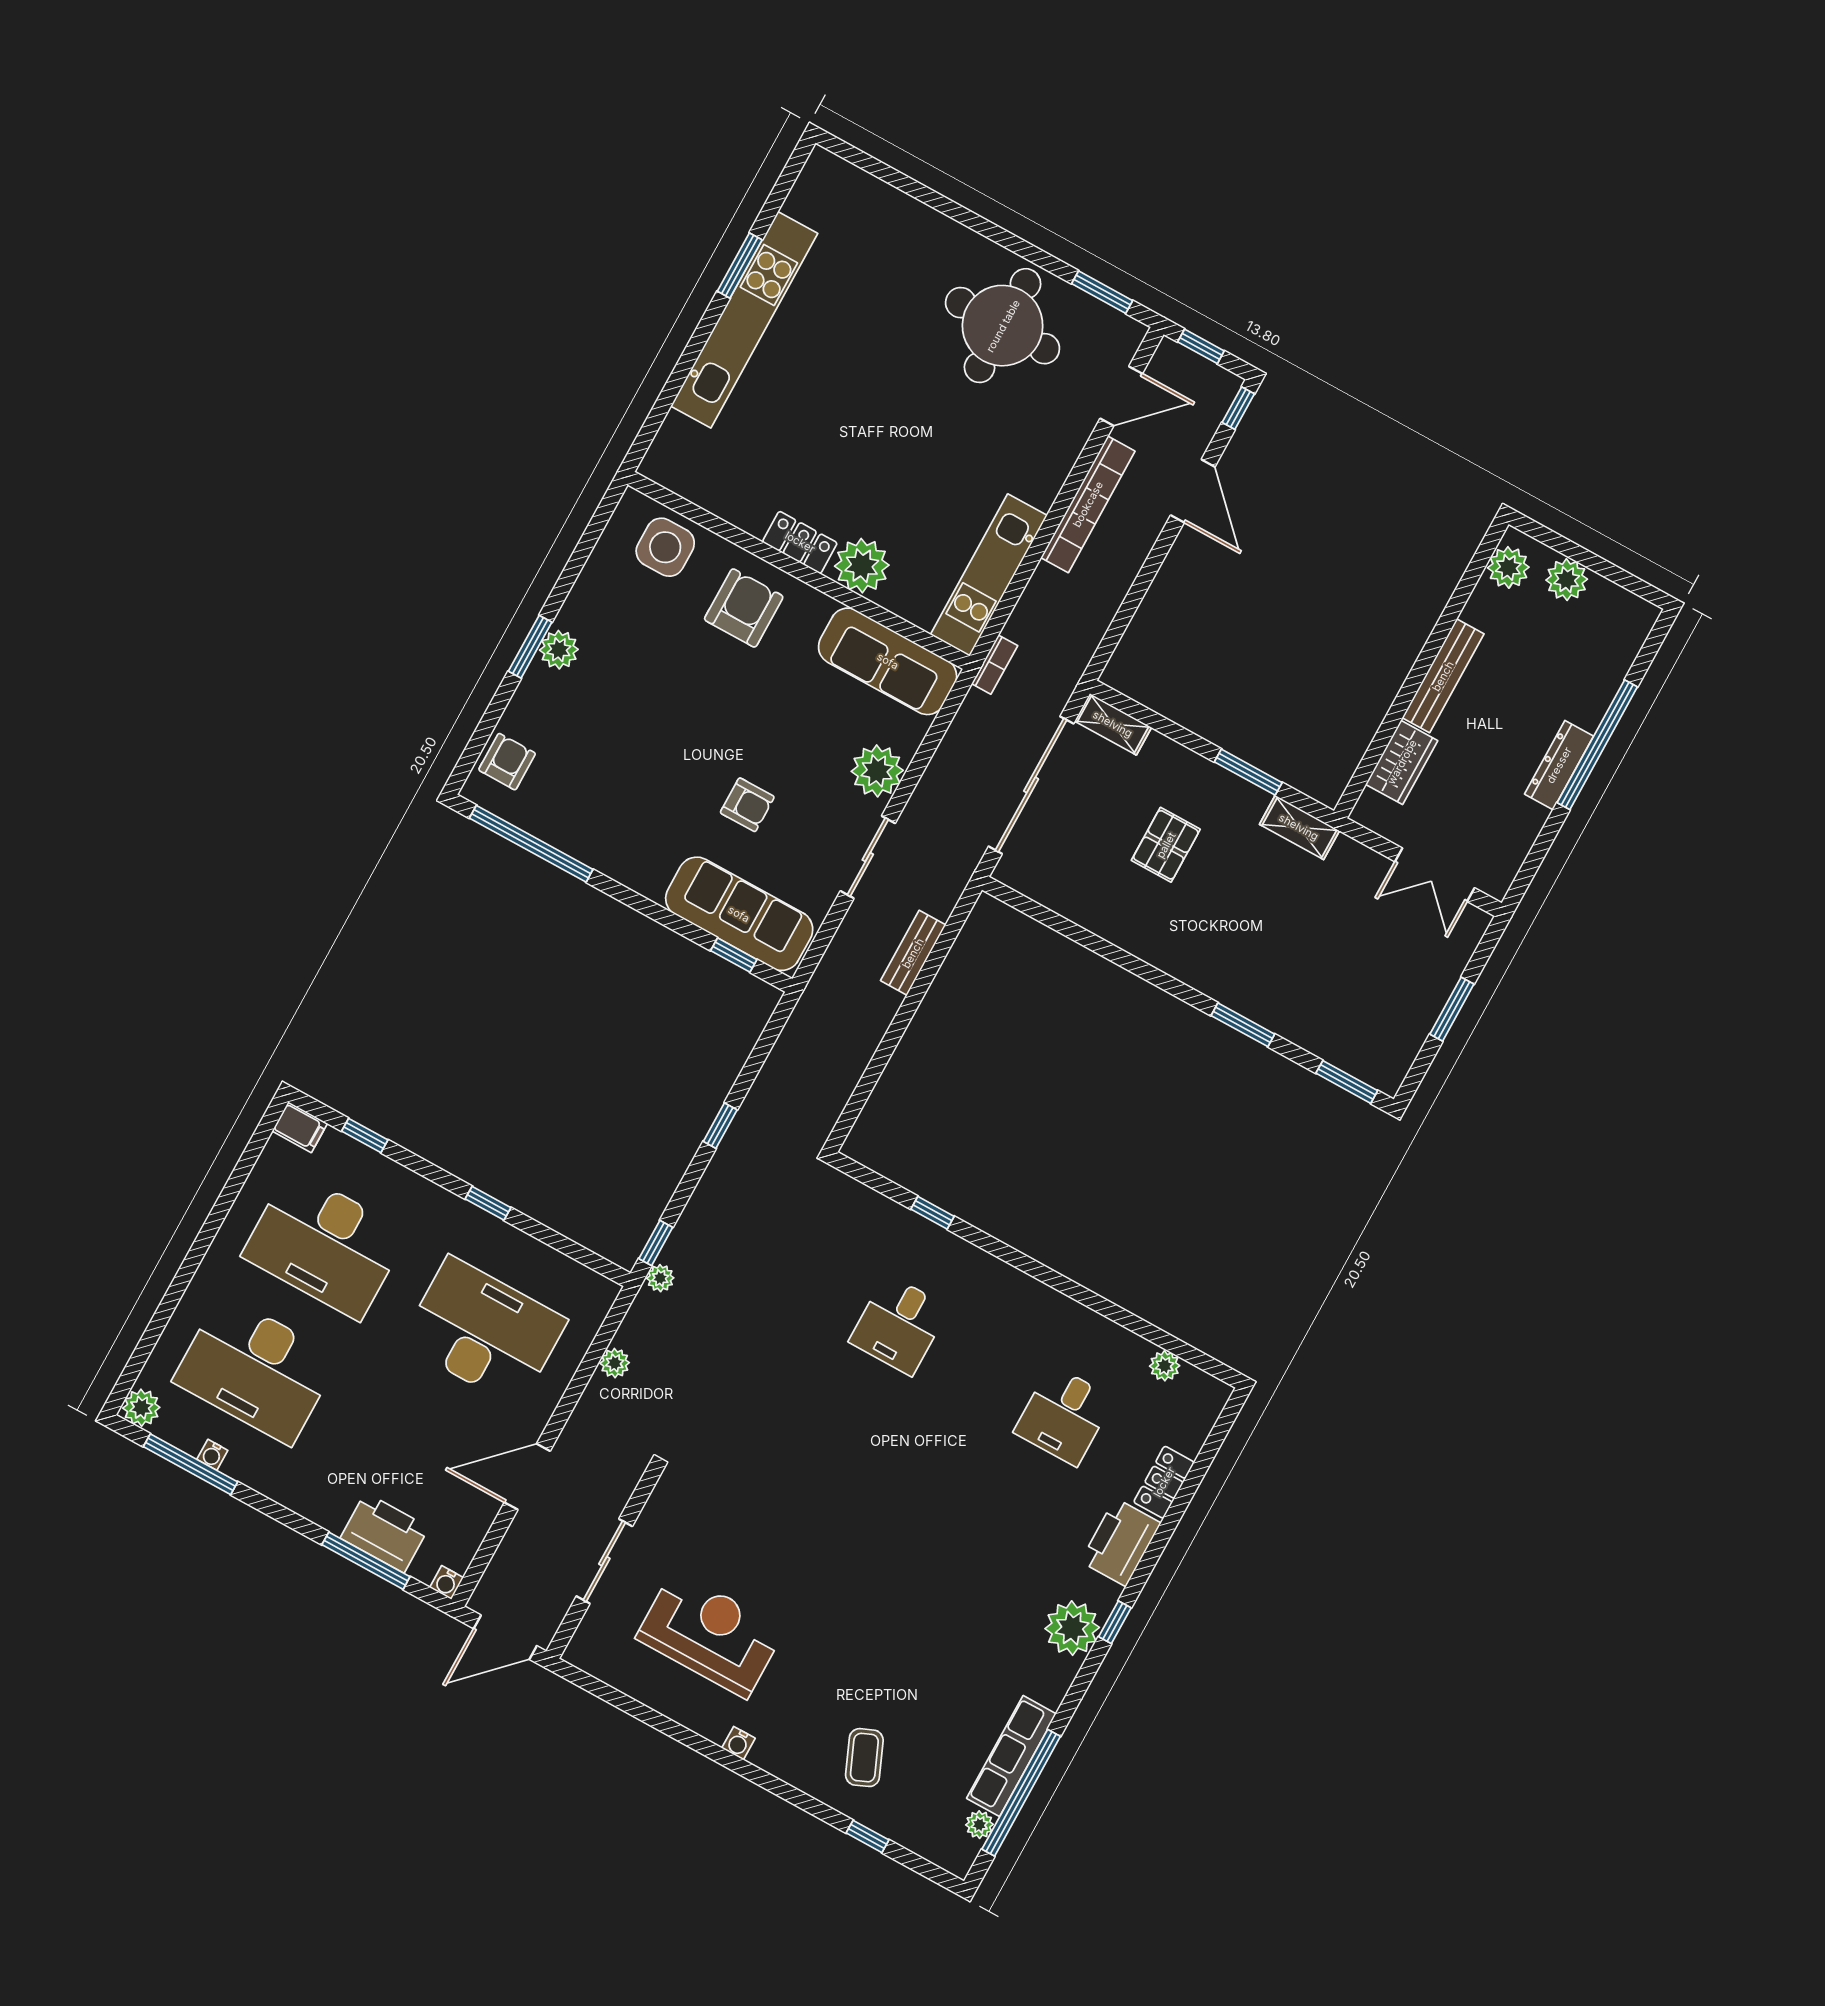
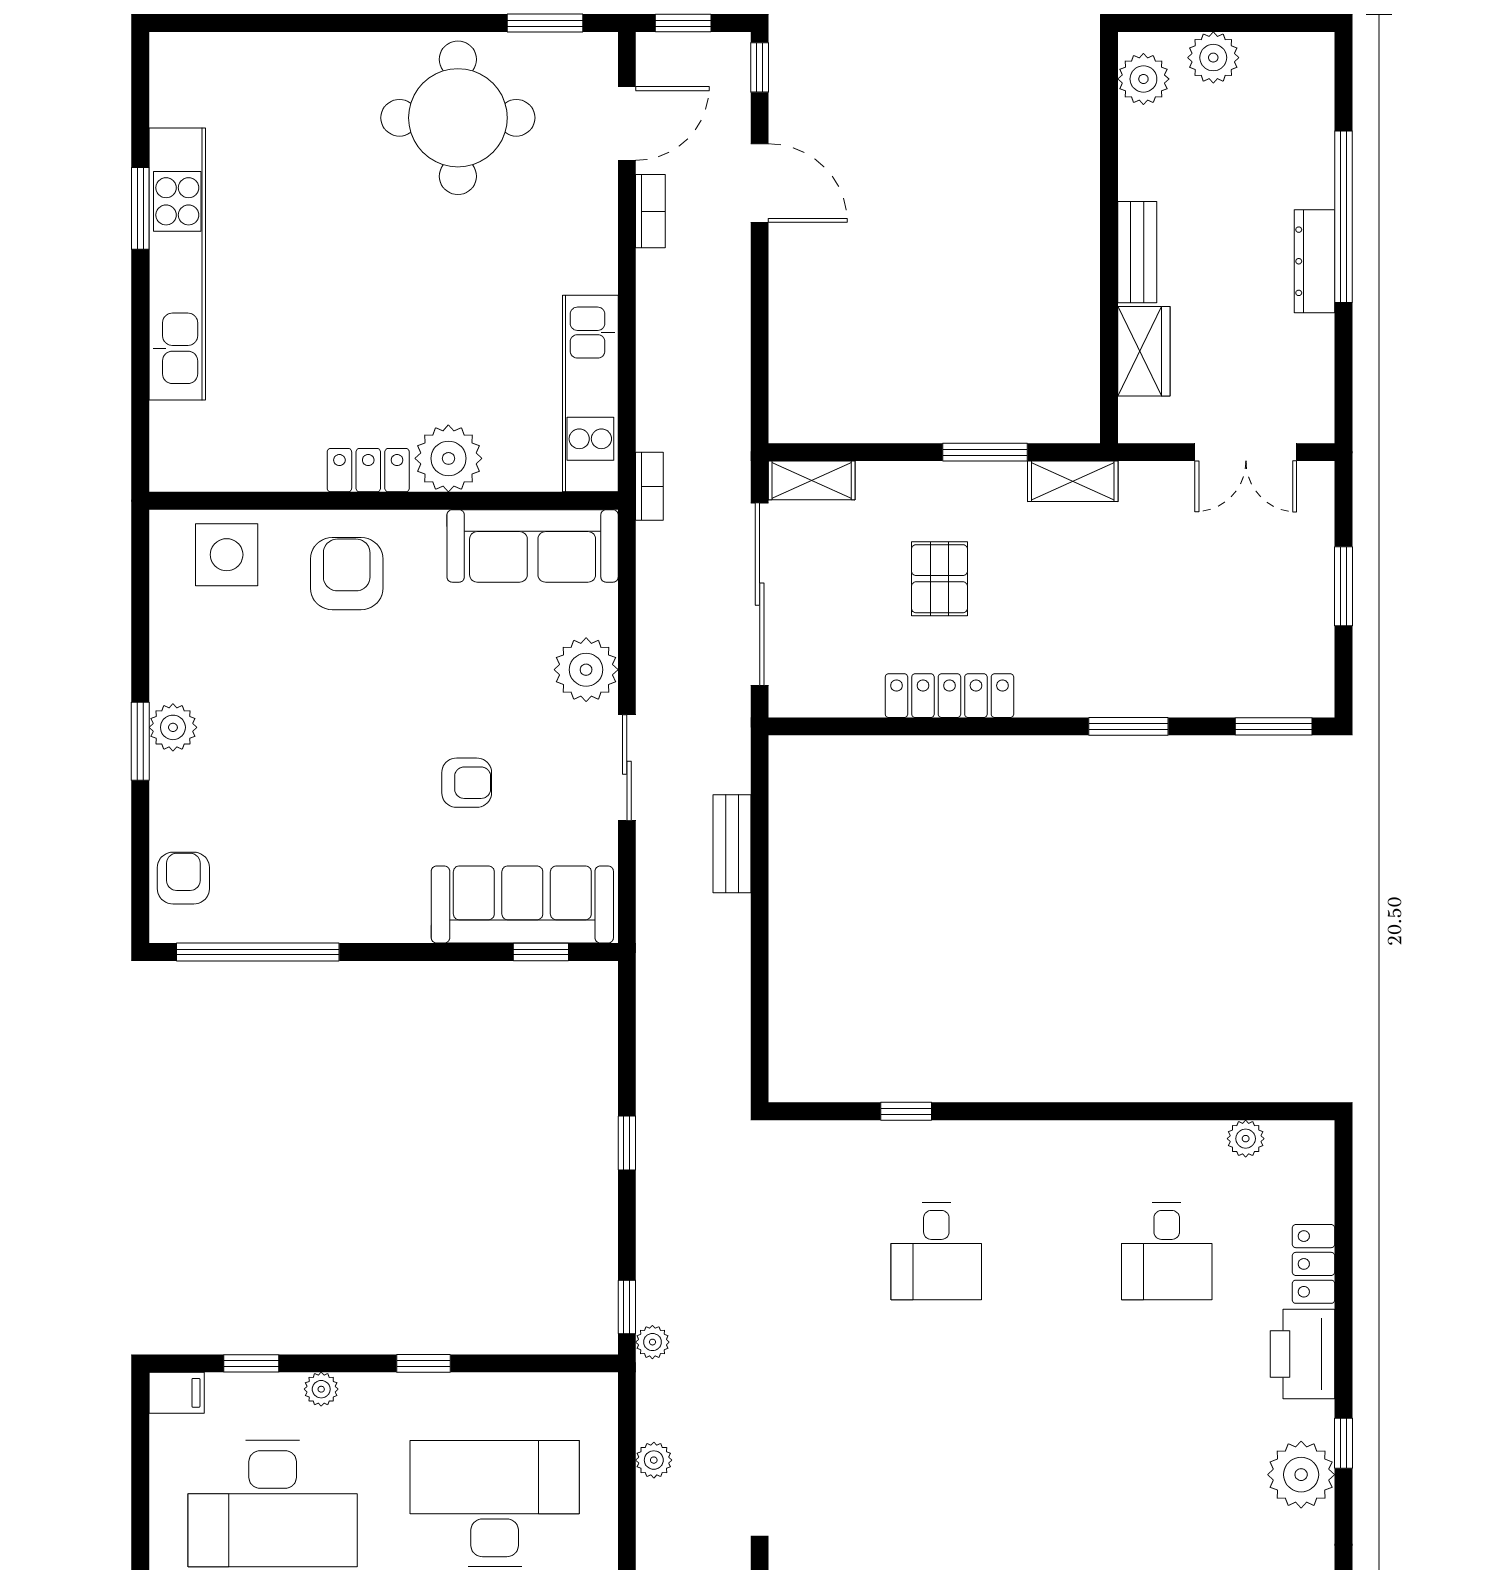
bookcase: (1088, 504) -> (650, 211), width x0.43, depth x0.76
bench: (1443, 676) -> (1137, 252), width x0.73
locker: (1127, 932) -> (949, 696), added
plant: (405, 1182) -> (321, 1389), added

